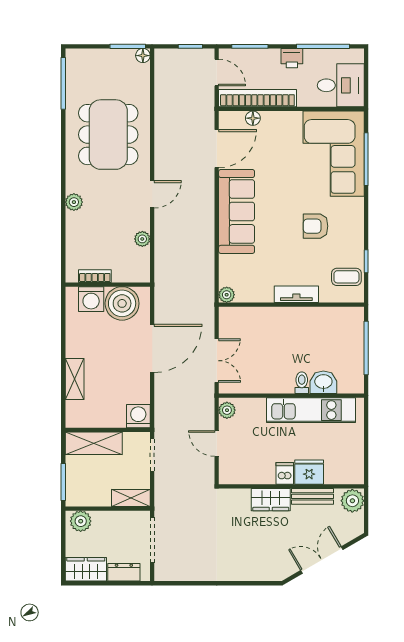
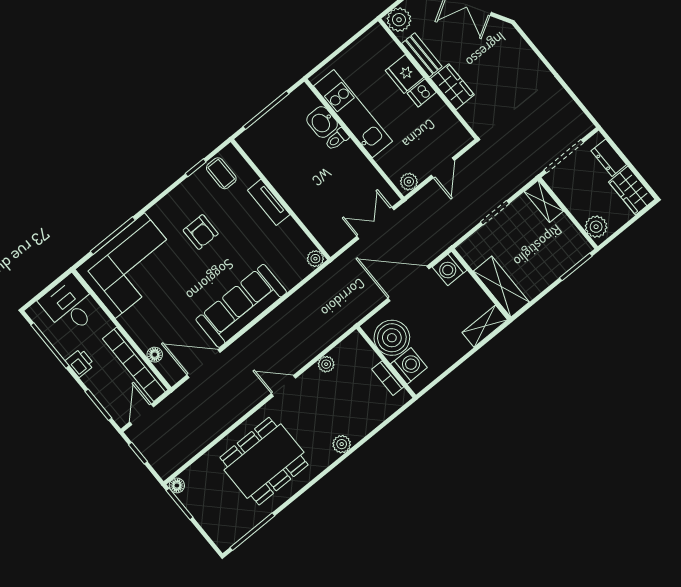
washing machine: (138, 416) -> (450, 268), moved
wall: (108, 430) -> (481, 284), moved
shelving: (94, 443) -> (501, 287), moved

